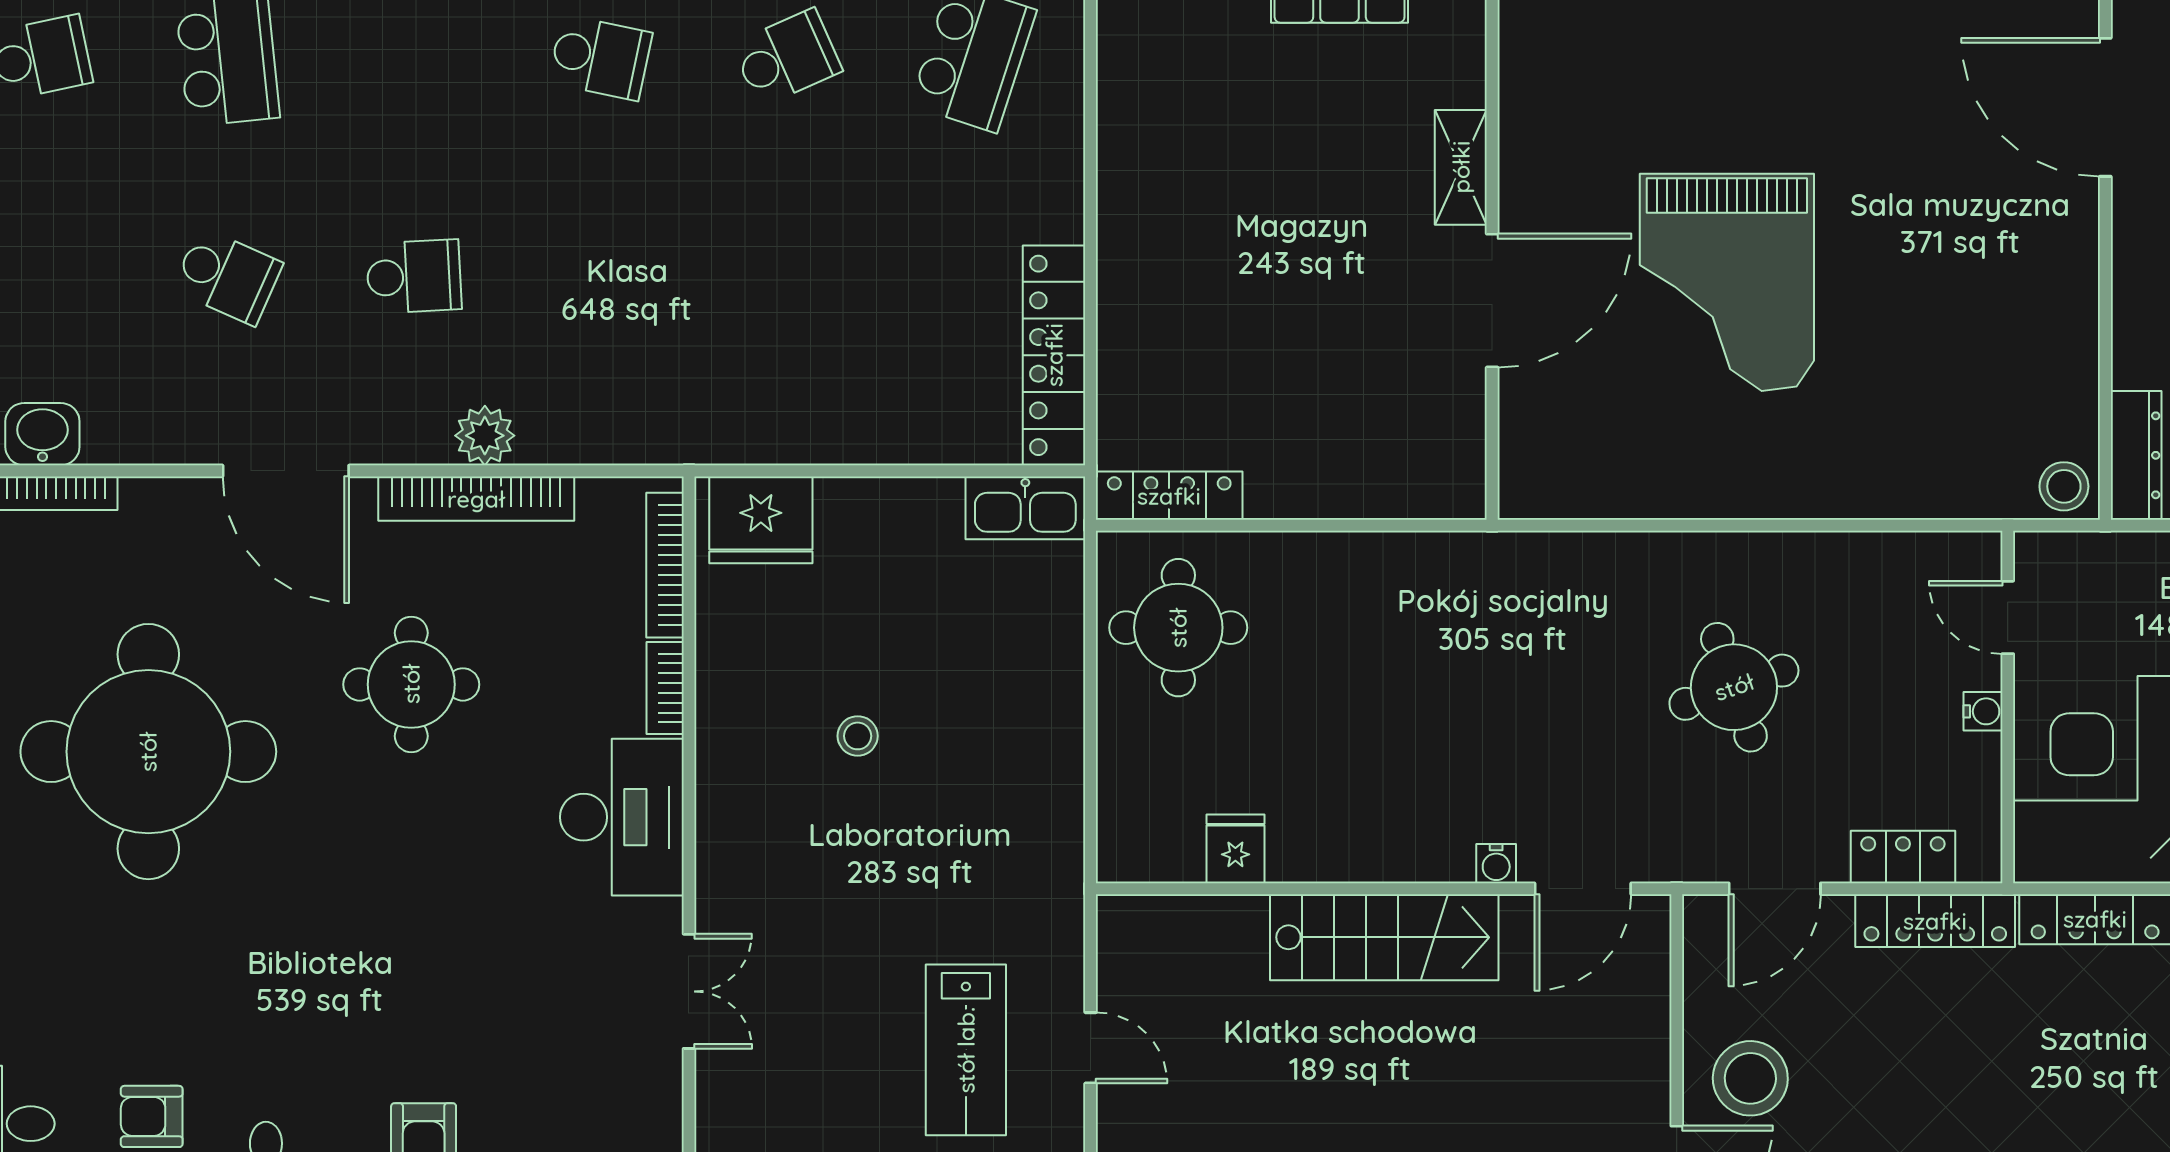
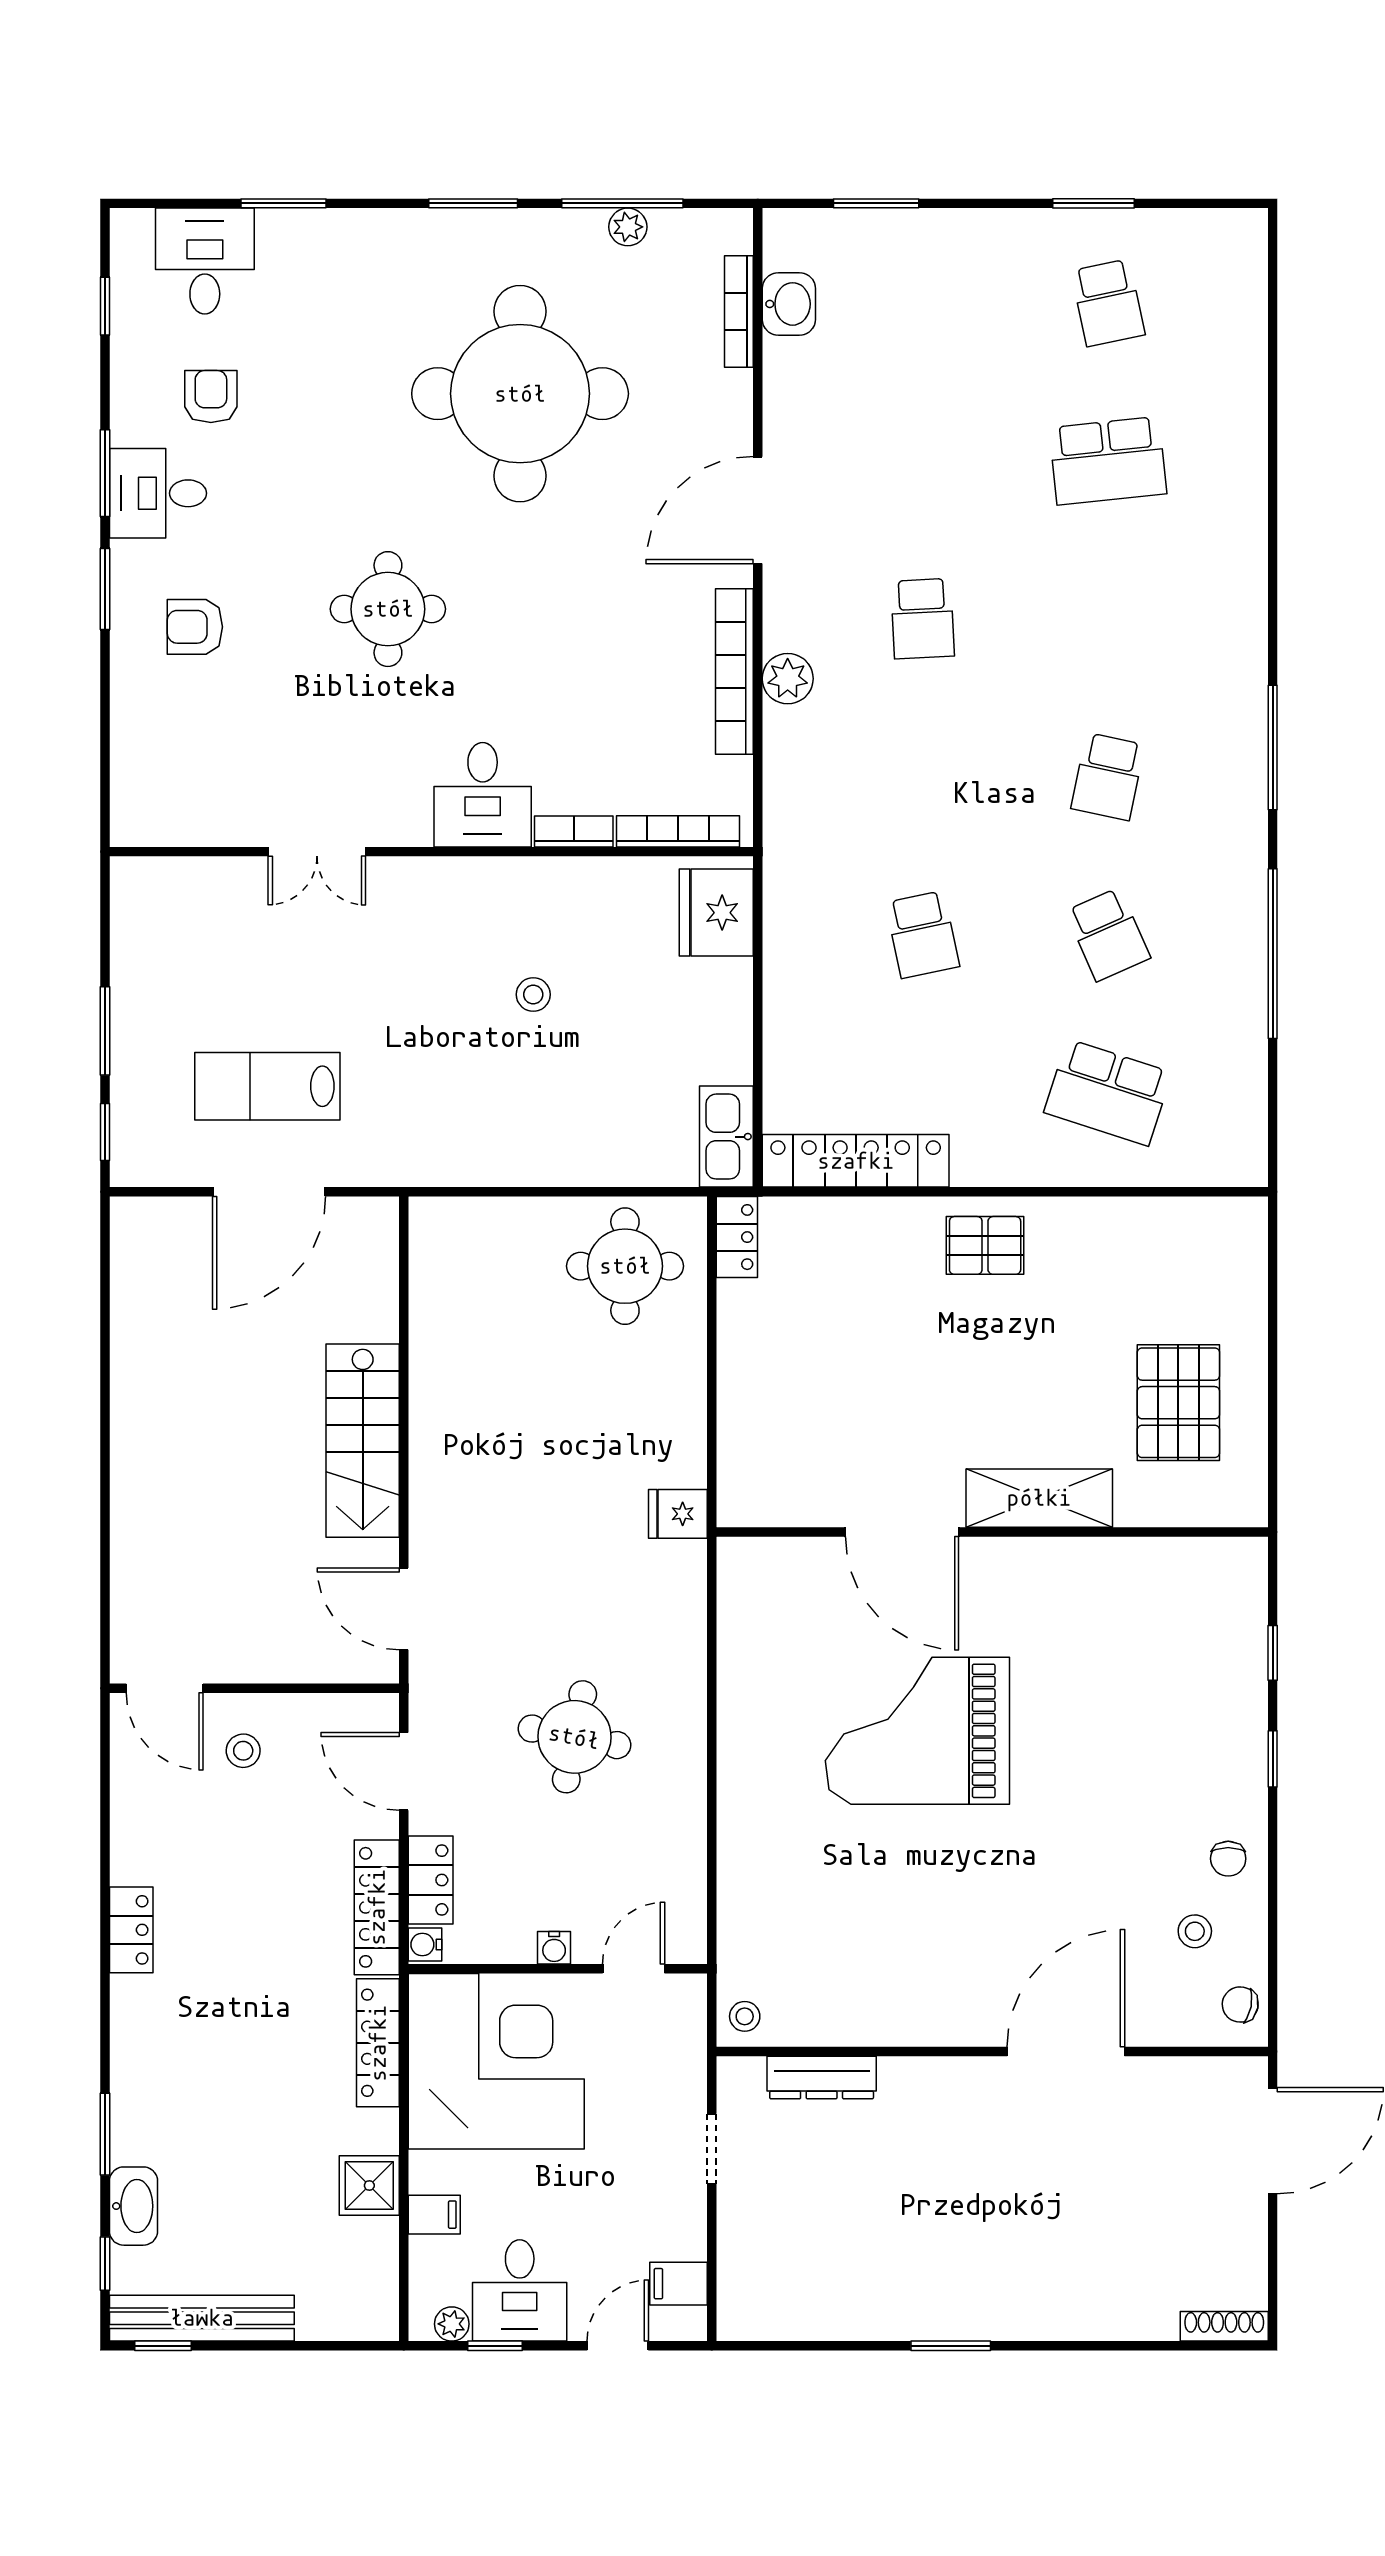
shelving: (1461, 167) -> (1039, 1498), width x1.50, depth x1.33
pallet: (1154, 203) -> (985, 1245), added
school desk: (227, 276) -> (922, 935), moved, turned -36
dresser: (2136, 455) -> (822, 2077), moved
stool: (2064, 486) -> (745, 2016), width x0.73, depth x0.73
locker: (1169, 496) -> (737, 1237), width x0.66
round table: (411, 684) -> (388, 609), moved
round table: (1734, 687) -> (574, 1737), turned 30
desk: (622, 817) -> (483, 795), width x0.73
fridge: (1235, 849) -> (678, 1514), moved, turned 180
water cooler: (1496, 864) -> (425, 1945), moved
door: (1091, 1048) -> (269, 1192), width x1.87
stool: (1750, 1078) -> (243, 1751), width x0.53, depth x0.53

